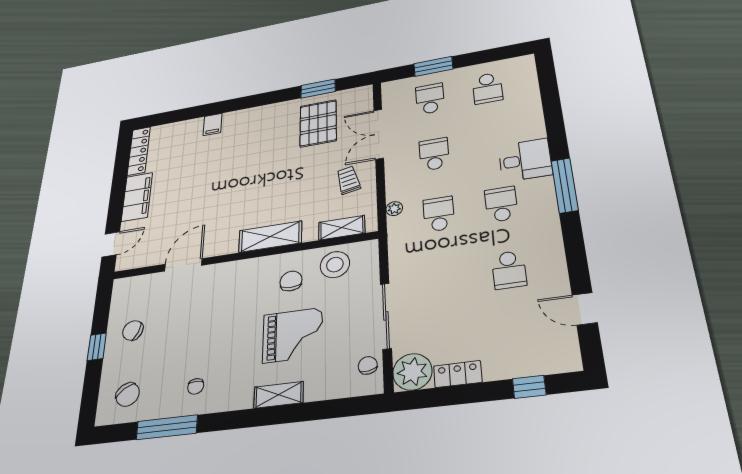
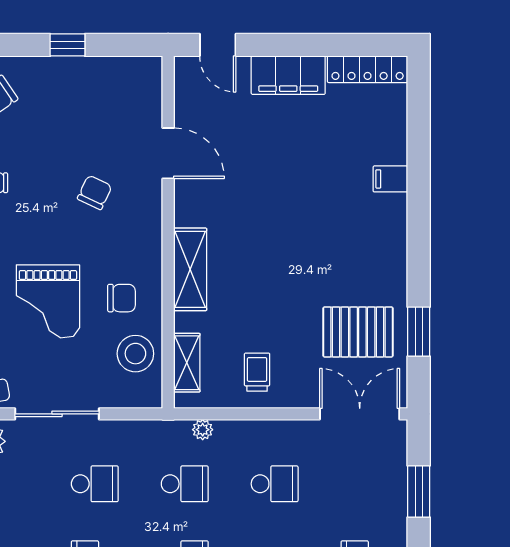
school desk: (430, 99) -> (95, 484), moved
double door: (379, 134) -> (360, 414), moved
trolley: (348, 180) -> (257, 372), turned -78
chair: (133, 330) -> (95, 192), moved

